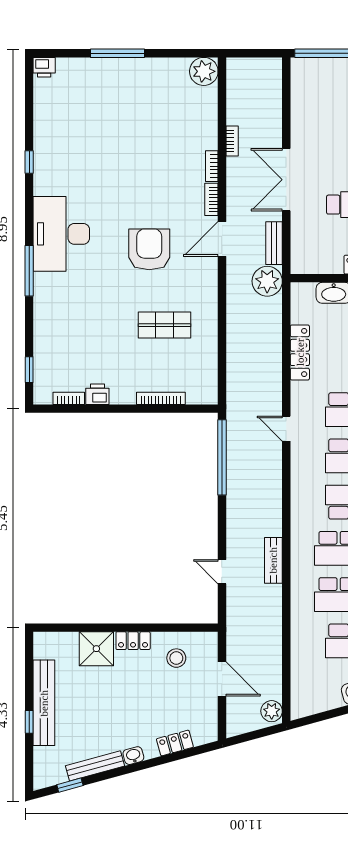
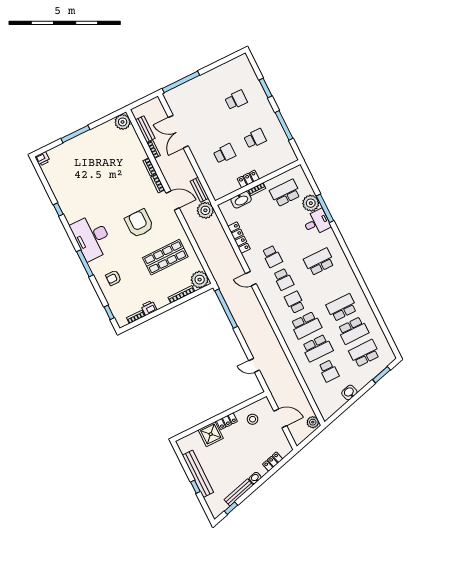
double door: (286, 180) -> (178, 132), moved
door: (222, 239) -> (173, 200), swing flipped
armchair: (64, 317) -> (113, 278), added
shop shelf: (164, 325) -> (165, 257), width x1.43, depth x1.36
plant: (202, 389) -> (200, 280), added
bench: (273, 560) -> (145, 129), moved

